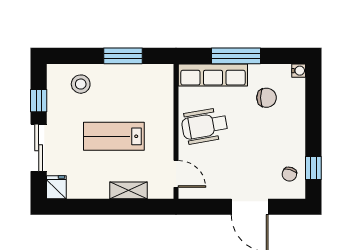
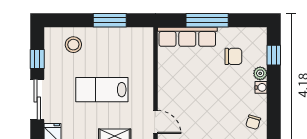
water cooler: (299, 71) -> (261, 87), moved
plant: (298, 117) -> (260, 73), added
wheelchair: (205, 126) -> (180, 81), removed
window: (313, 168) -> (274, 55), moved

